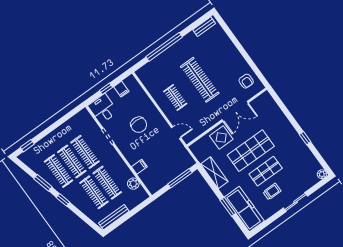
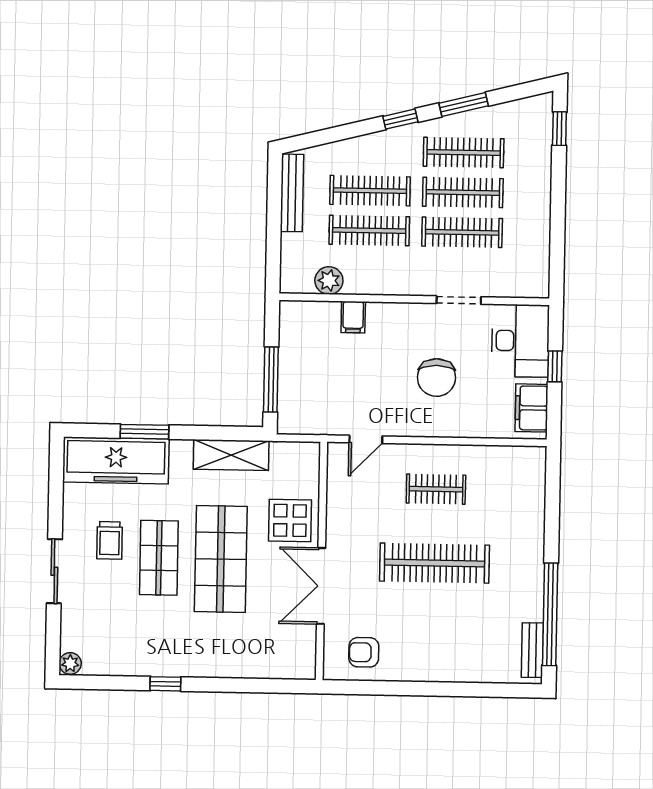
window: (164, 47) -> (550, 614), moved
filing cabinet: (121, 89) -> (531, 408), width x2.00
desk: (103, 109) -> (520, 341), width x1.37
chair: (139, 125) -> (436, 378), turned -90

